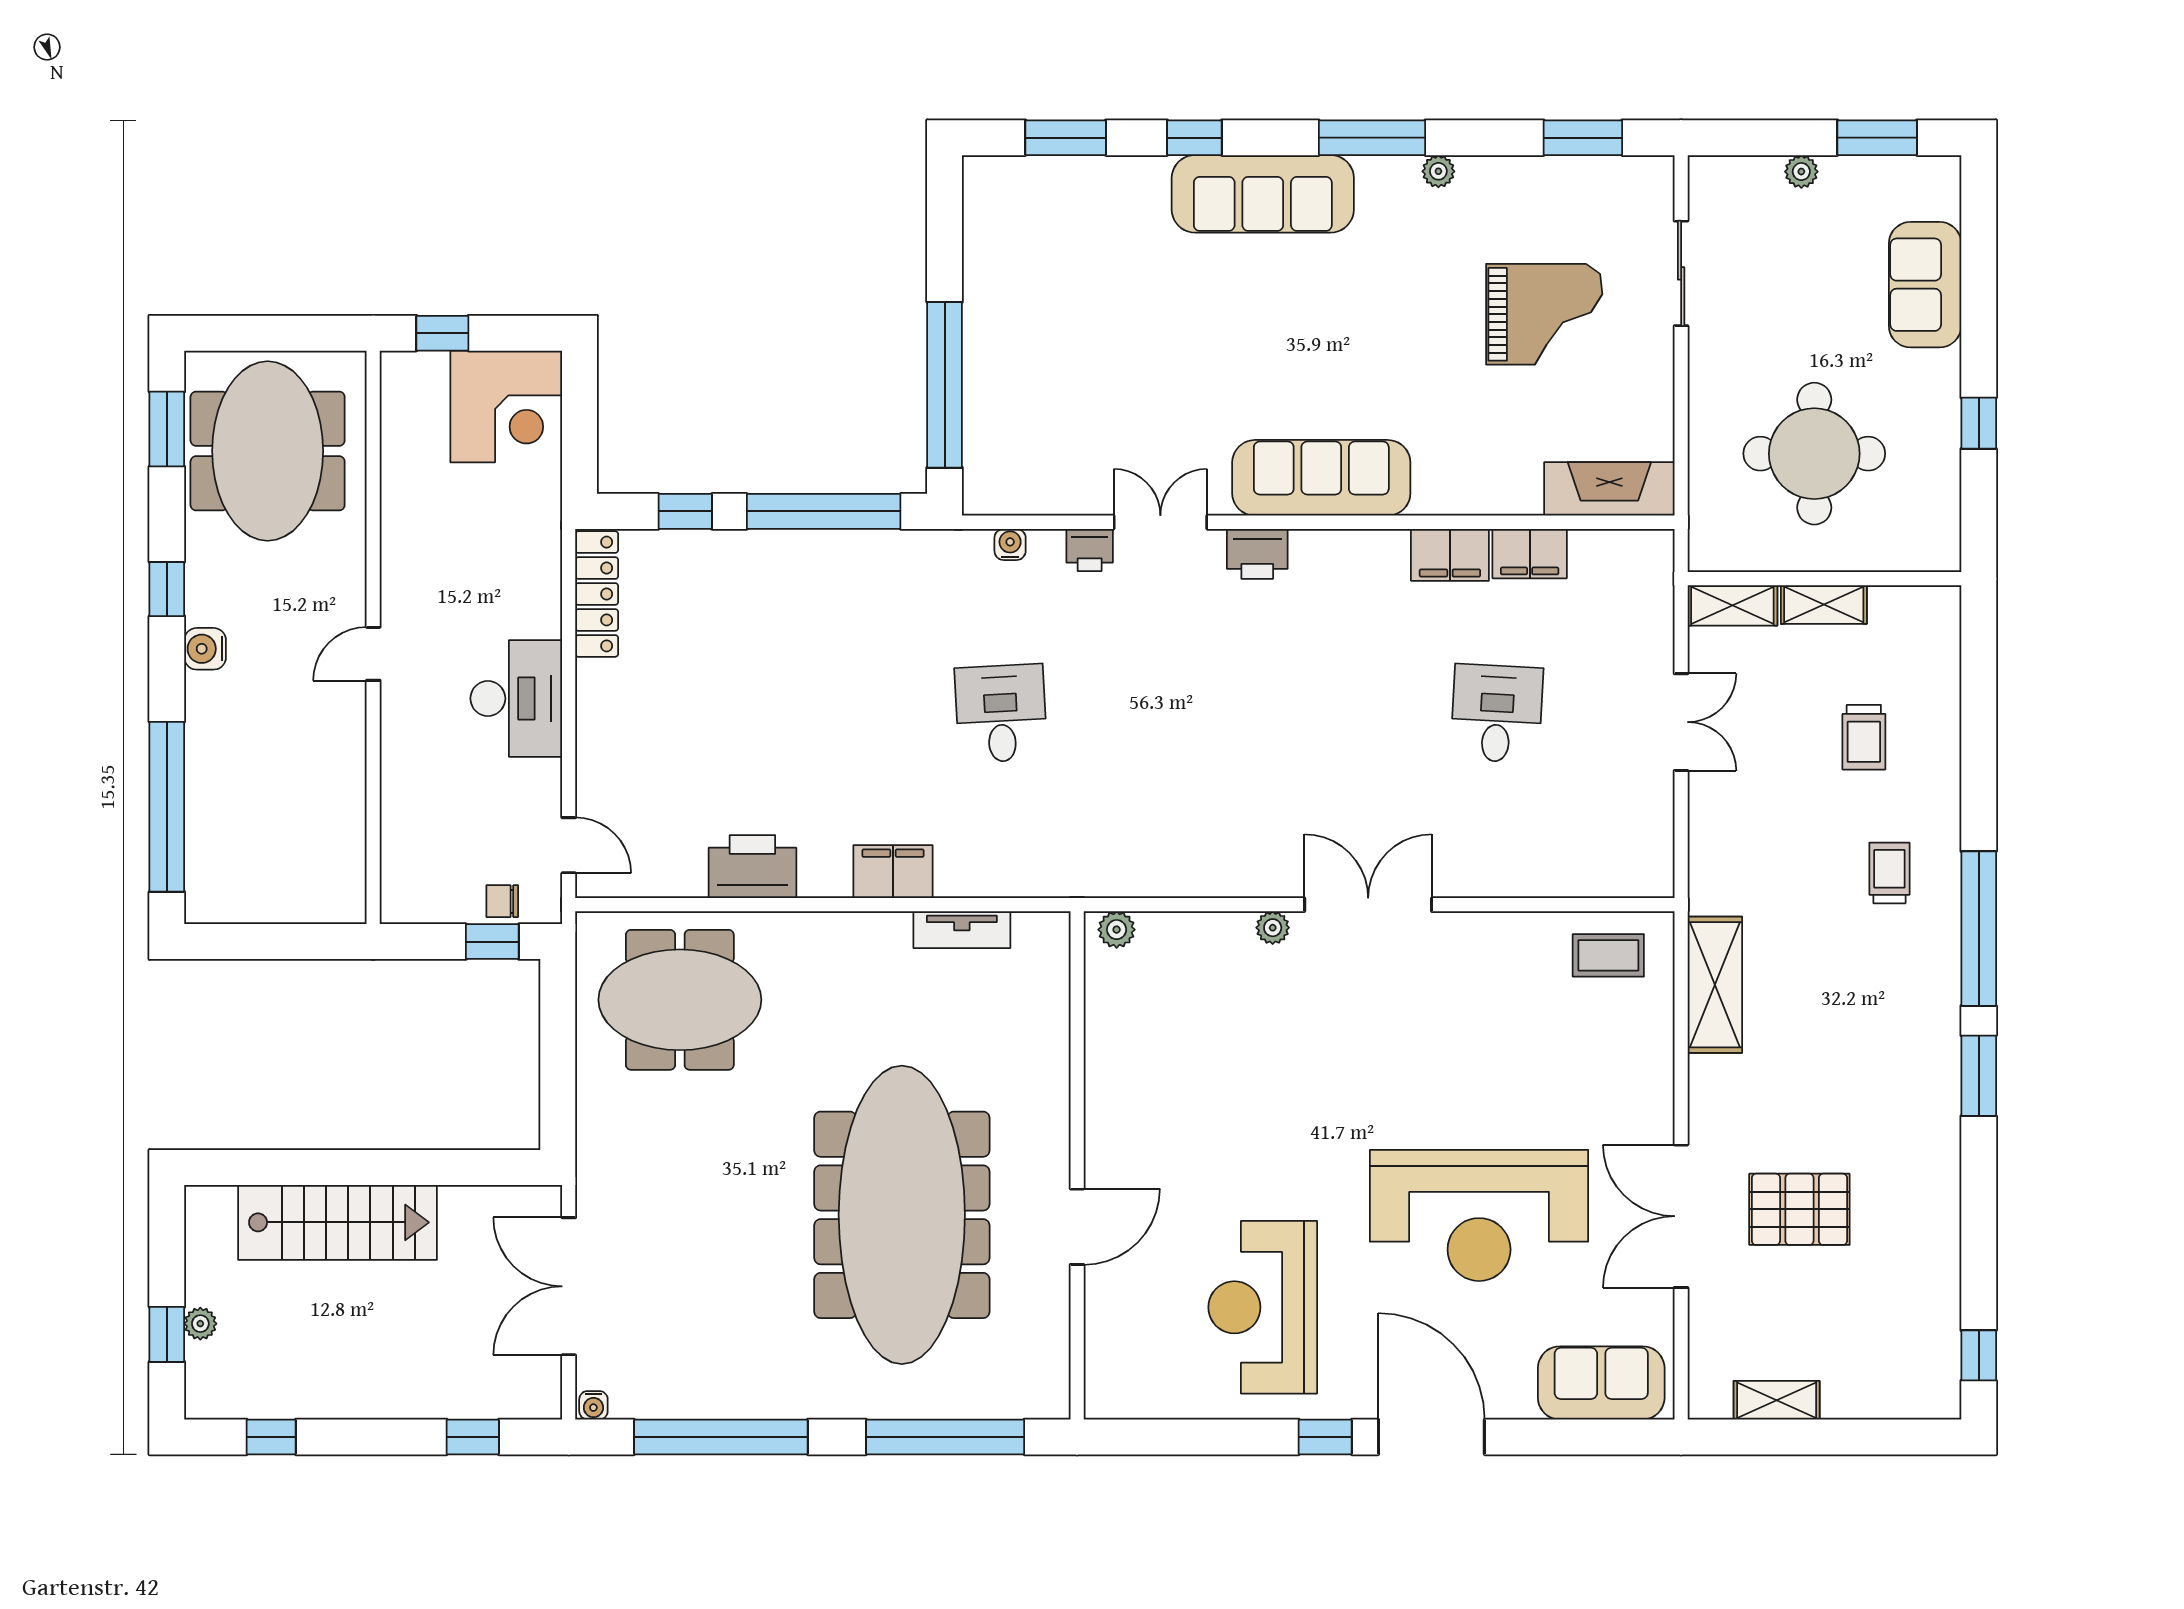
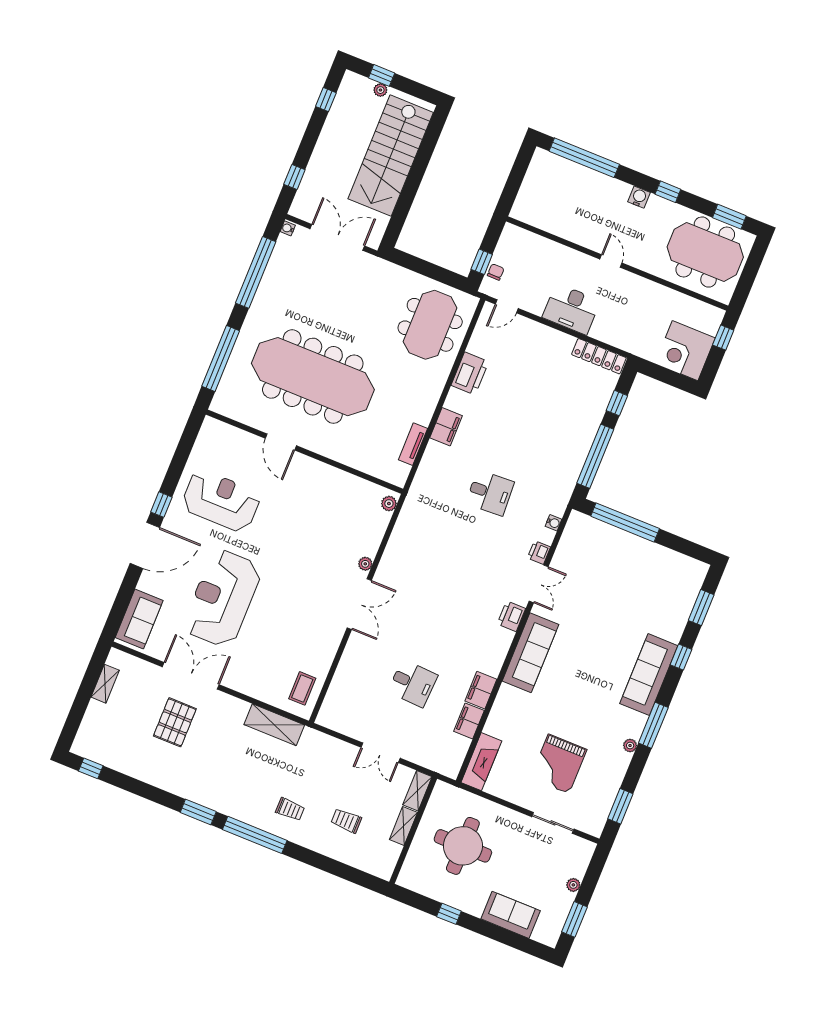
stairs: (338, 1222) -> (391, 156), width x1.36, depth x1.51

